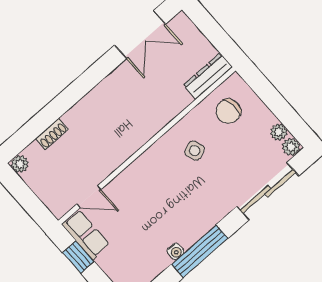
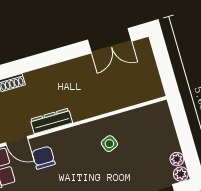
dresser: (208, 76) -> (51, 121), moved
chair: (228, 111) -> (43, 158), moved, turned 95

